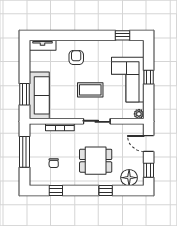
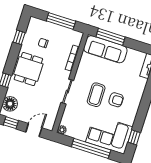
armchair: (76, 57) -> (116, 100), moved
window: (149, 77) -> (91, 148), width x3.17
corner sofa: (128, 80) -> (109, 134), moved
window: (24, 94) -> (111, 37), width x1.44
dining table: (96, 161) -> (28, 69), moved

